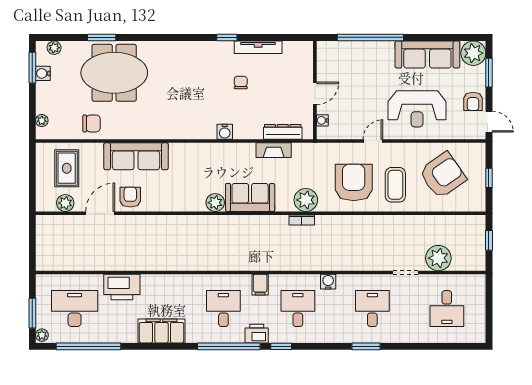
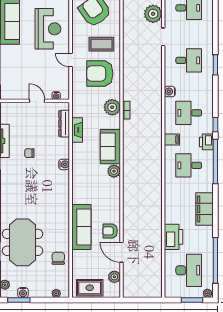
rug: (67, 168) -> (90, 288), moved
desk: (75, 309) -> (189, 270), turned 180
desk: (372, 309) -> (189, 60), turned 180

